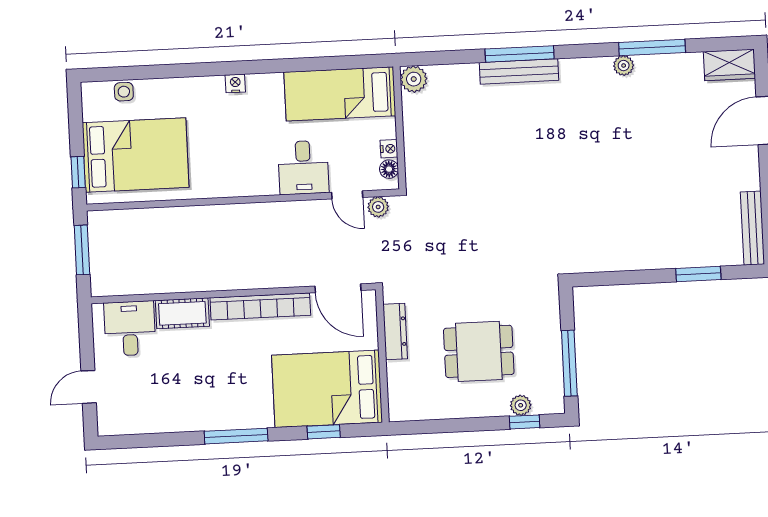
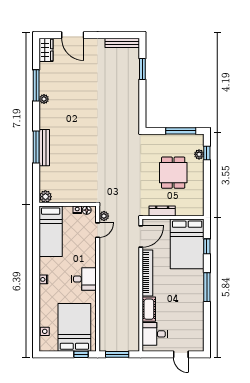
desk: (303, 167) -> (84, 279), moved

